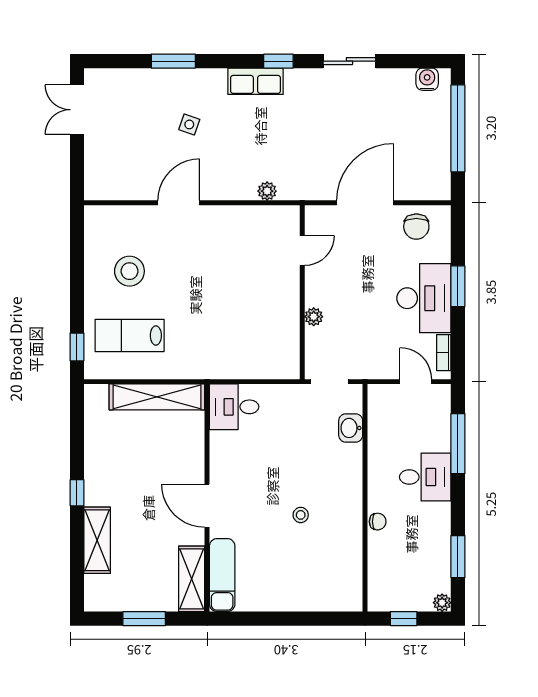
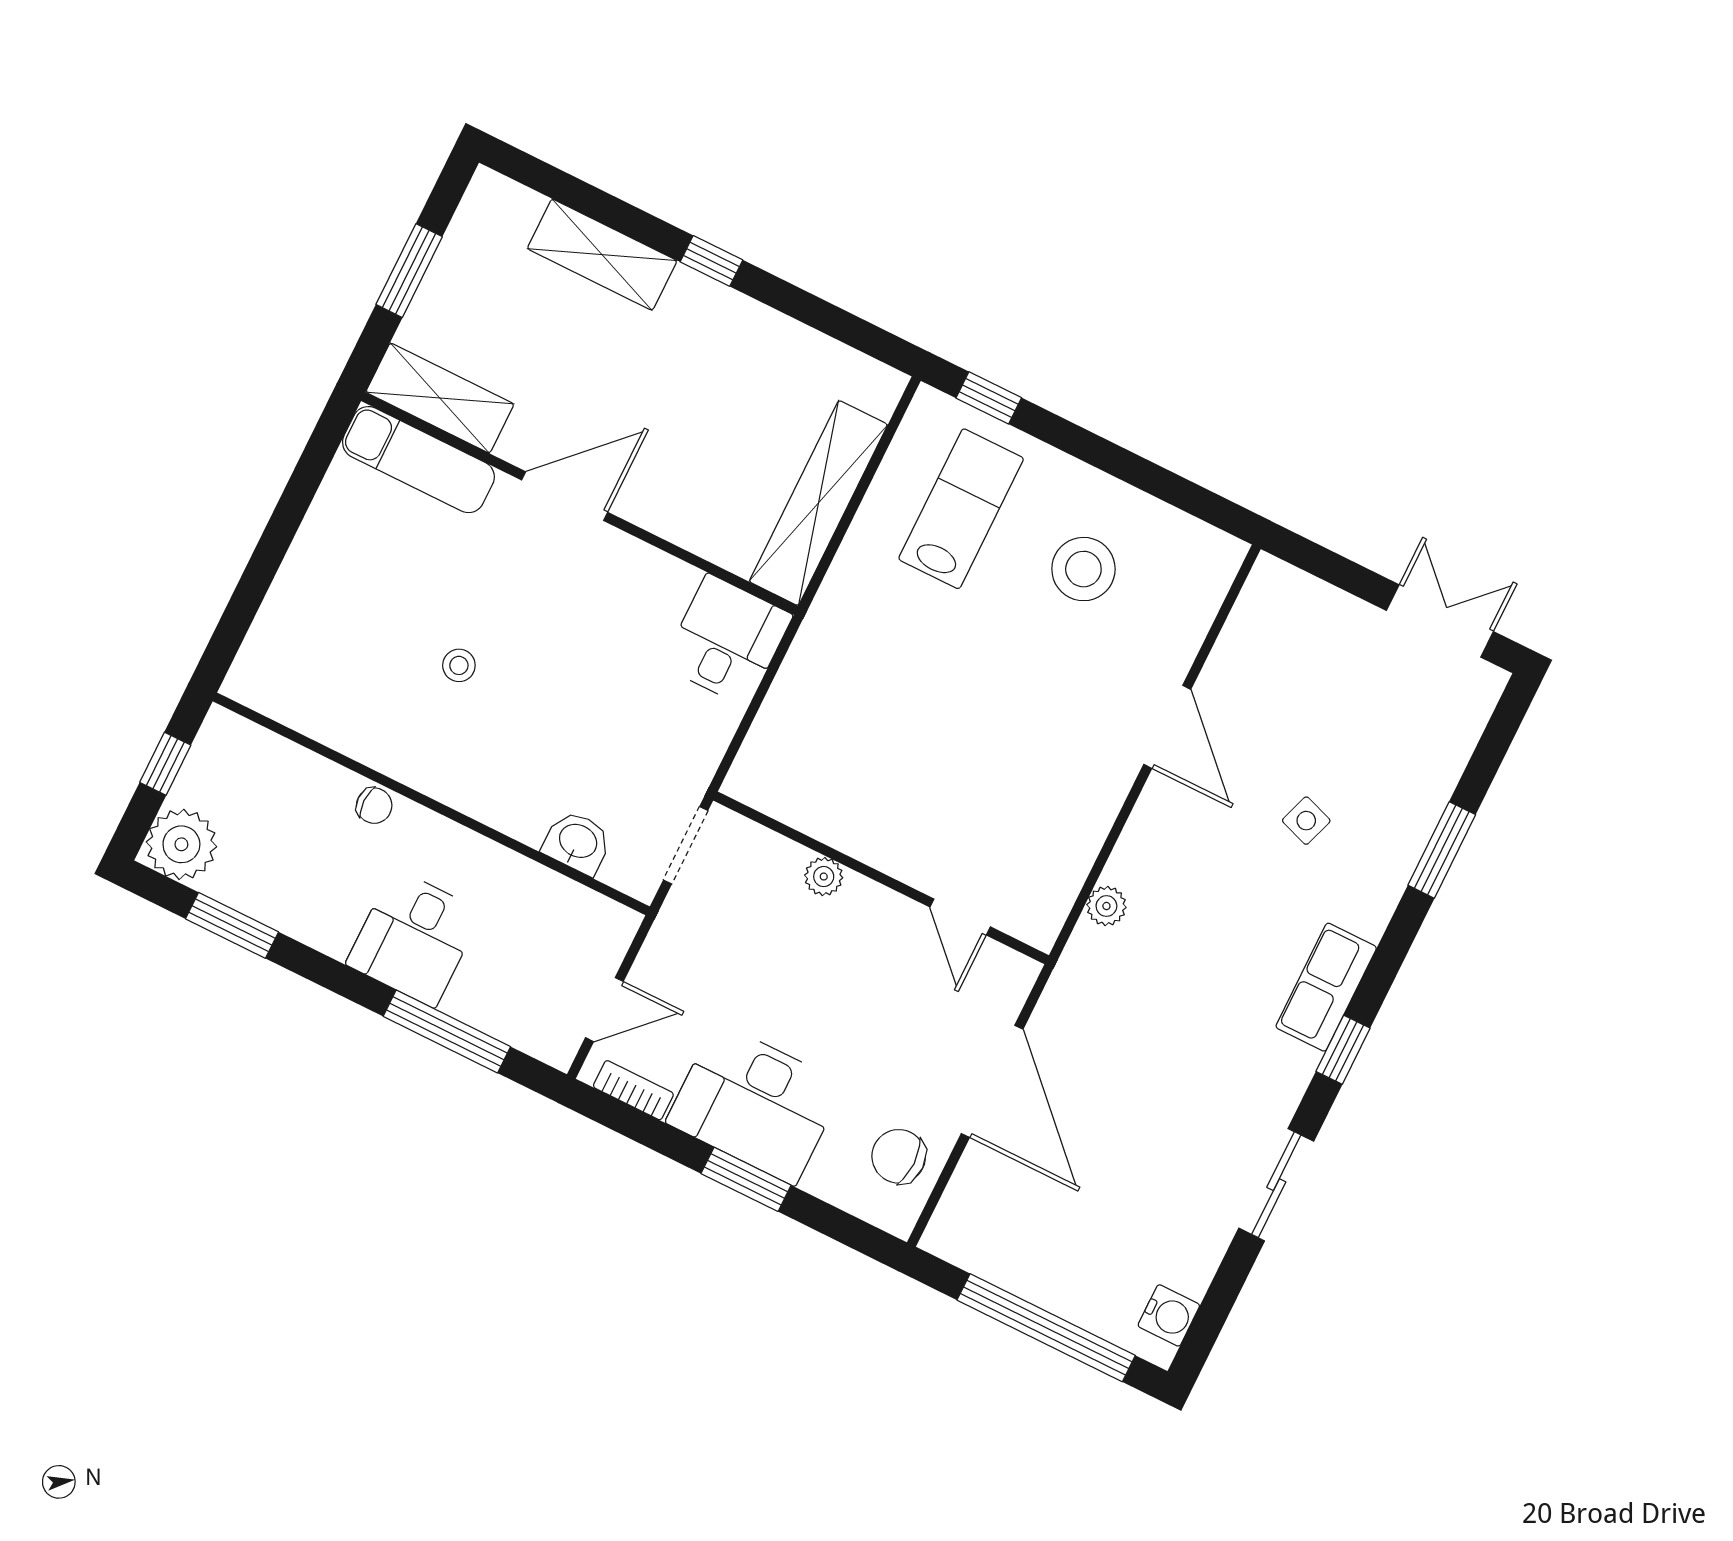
chair: (378, 522) -> (374, 806), turned -90
plant: (442, 603) -> (181, 844), width x1.88, depth x1.88

